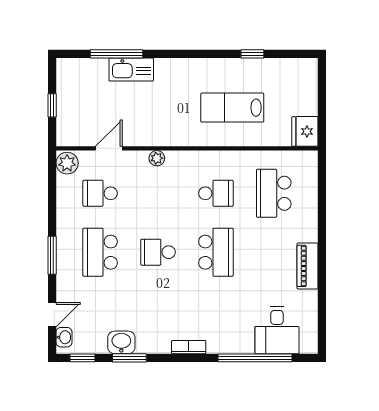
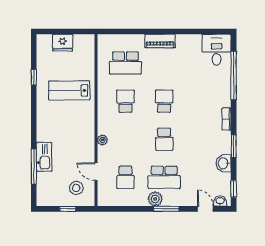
lab bench: (232, 108) -> (69, 90), turned 90
stool: (84, 118) -> (76, 188), added
fridge: (305, 131) -> (63, 43), moved
plant: (67, 163) -> (155, 199), moved
school desk: (216, 252) -> (164, 101), width x0.54
piano: (308, 266) -> (160, 41), moved
desk: (277, 330) -> (217, 50), moved, turned -90
window: (129, 358) -> (234, 146), moved

